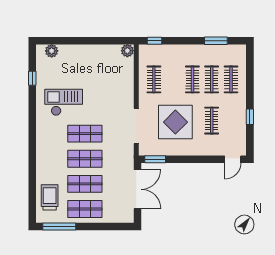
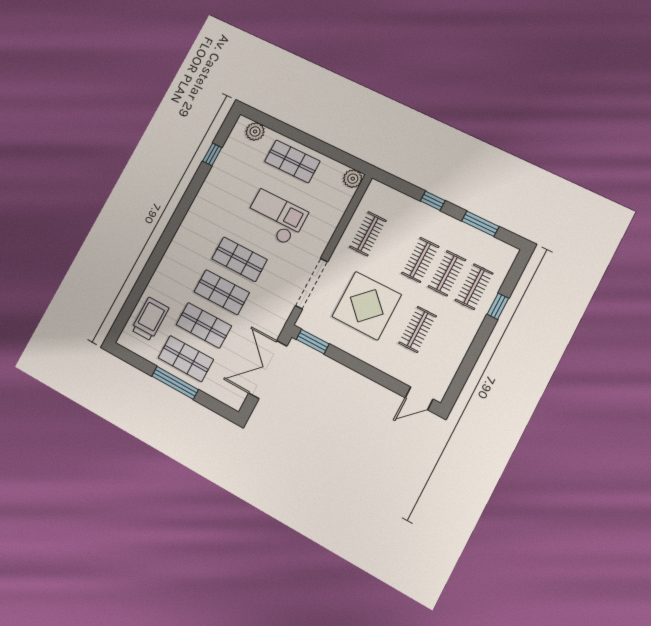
window: (154, 41) -> (433, 201), moved
shop shelf: (85, 58) -> (292, 161), added
checkout: (64, 102) -> (276, 217), moved
window: (250, 117) -> (498, 306), moved
double door: (137, 189) -> (268, 370), swing flipped
window: (59, 226) -> (175, 383), moved

